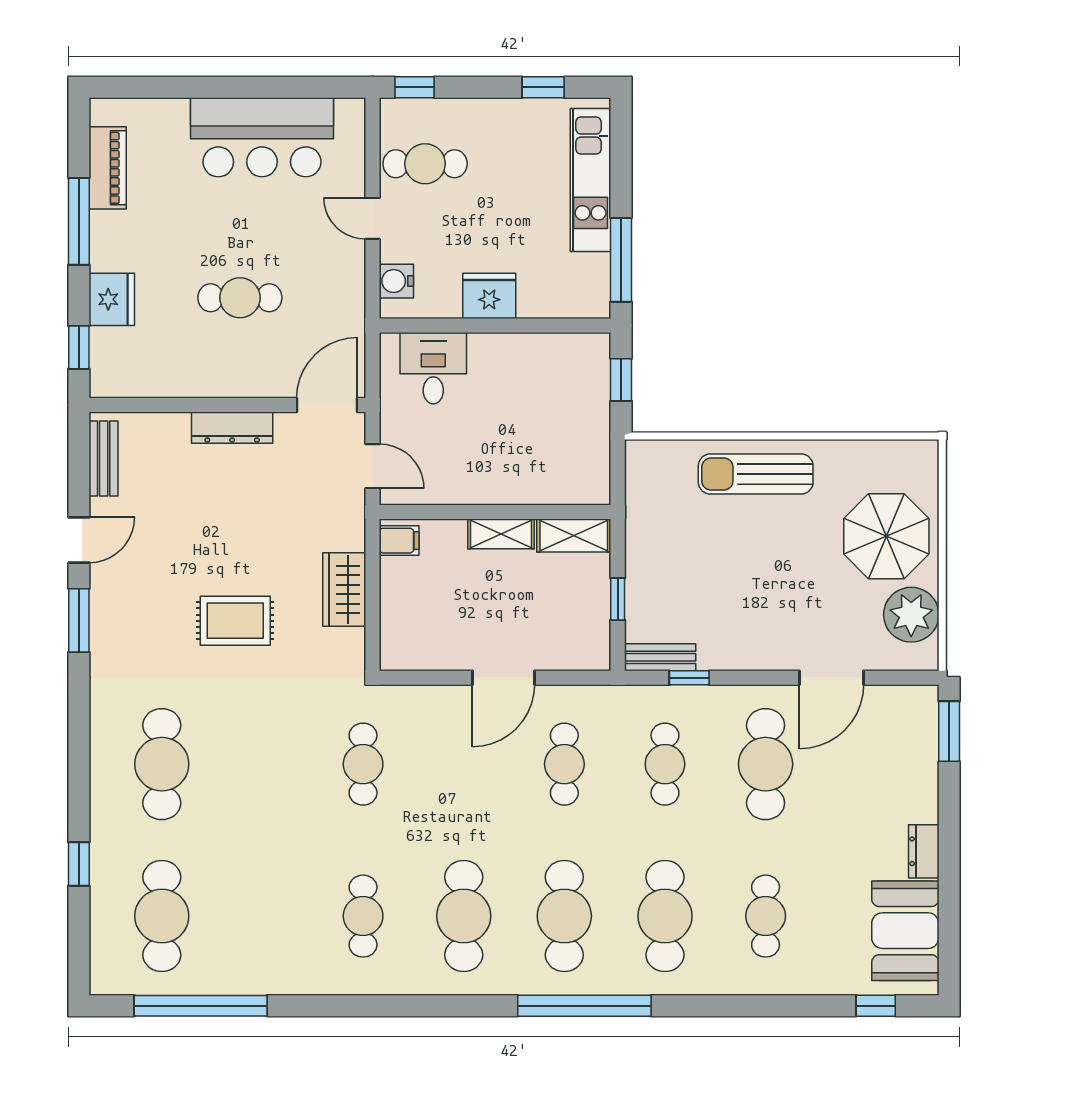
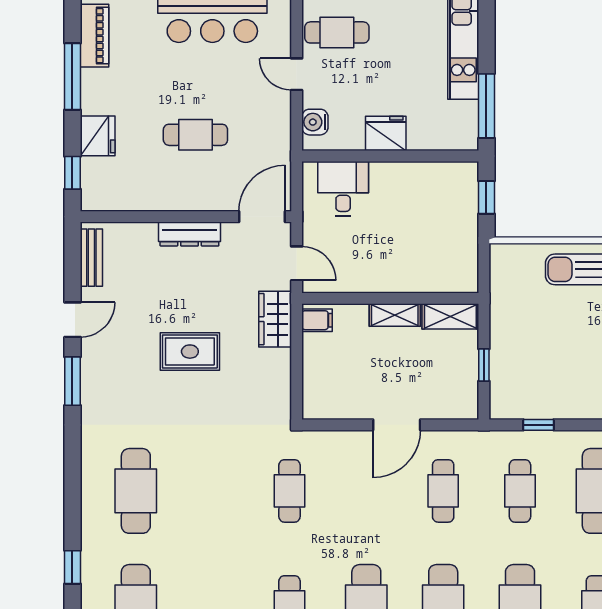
wardrobe: (344, 589) -> (275, 319), moved
rug: (235, 621) -> (190, 352), moved
bench: (660, 657) -> (516, 409), removed

